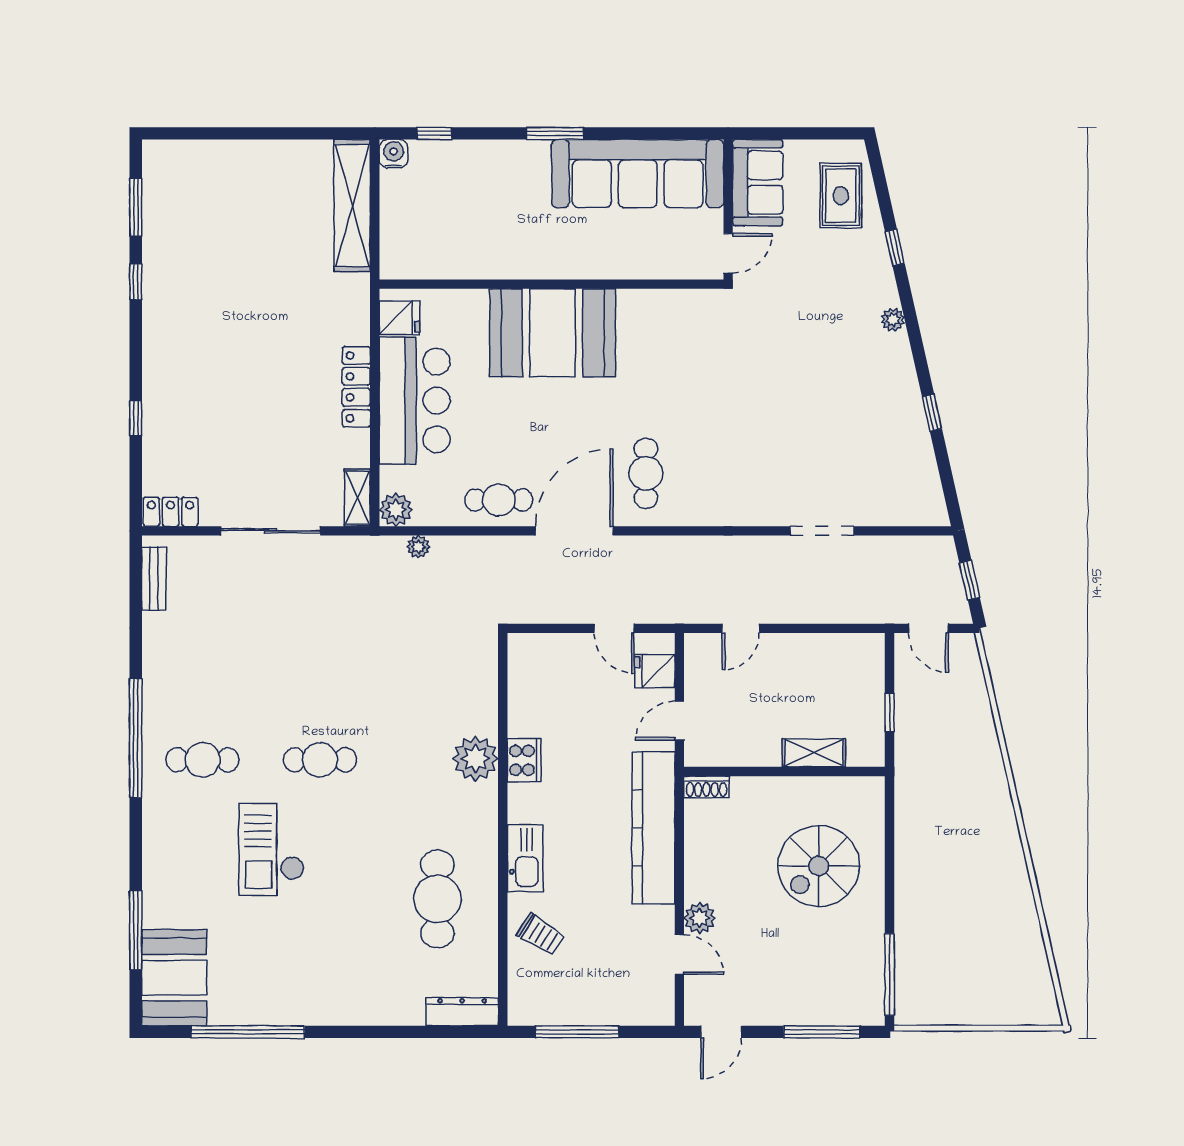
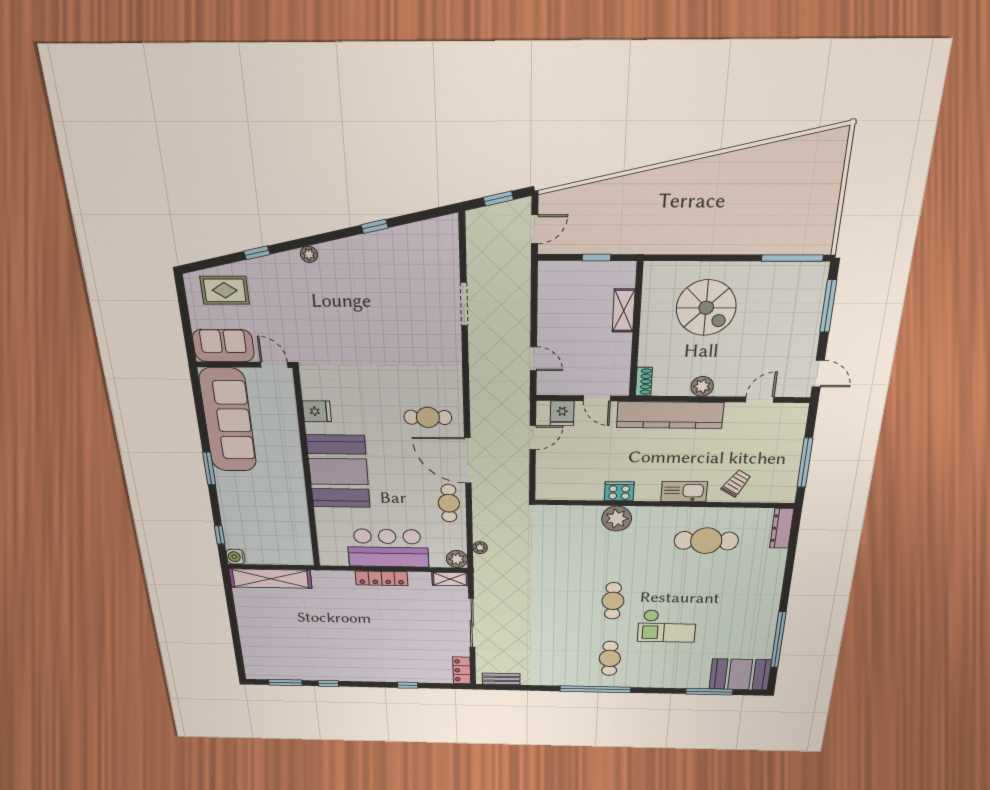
fridge: (400, 318) -> (317, 411), moved, turned 90
plant: (700, 918) -> (702, 386), moved

